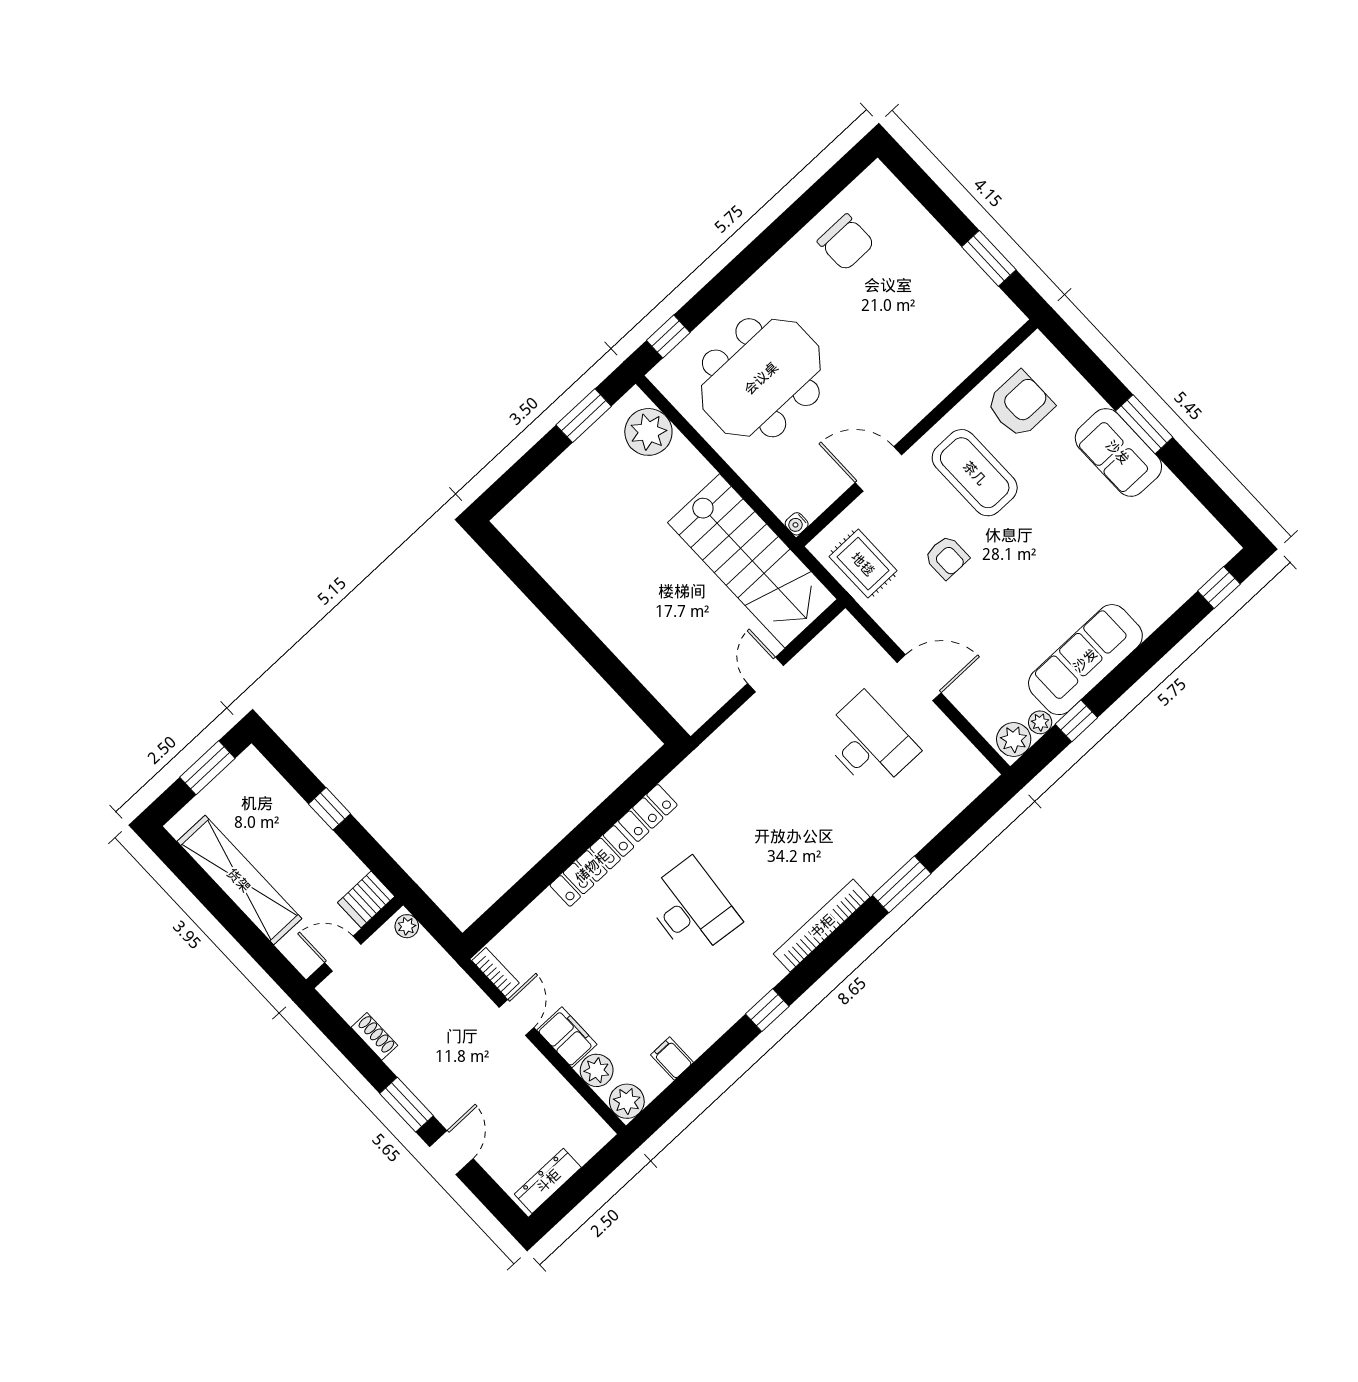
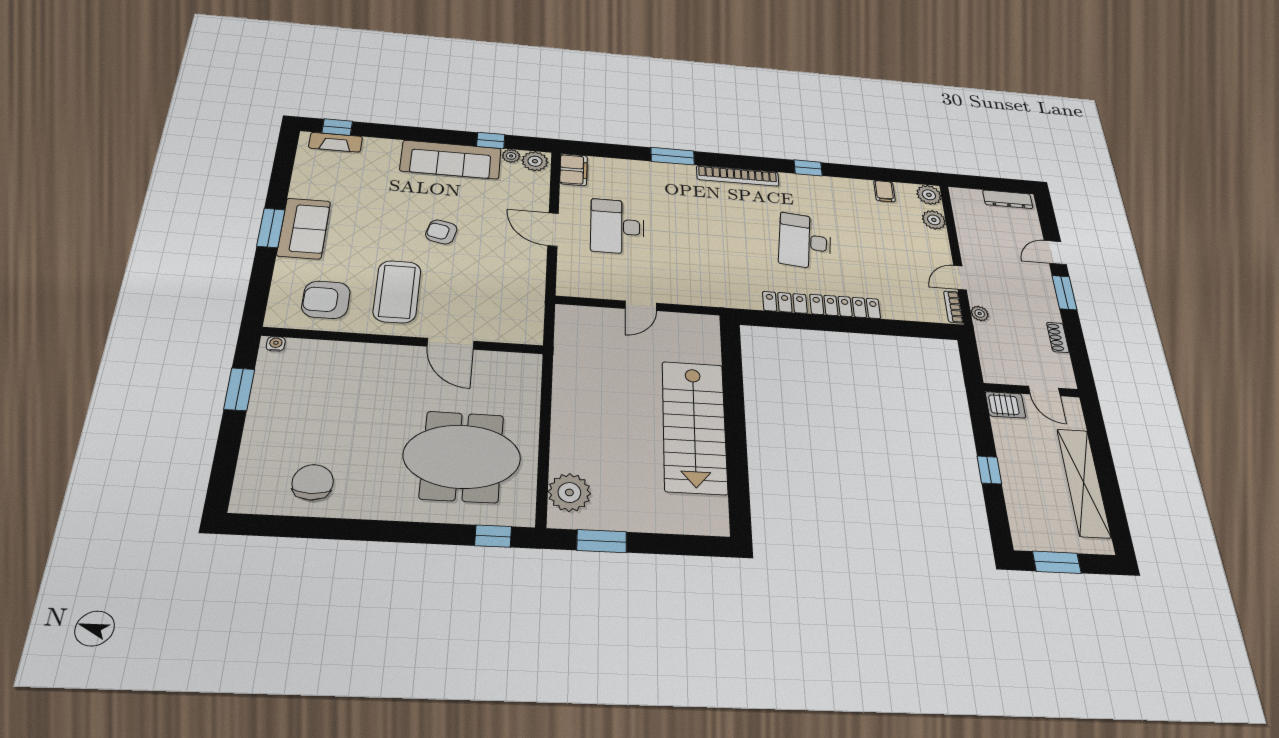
water cooler: (797, 524) -> (276, 344), moved, turned -90
armchair: (947, 557) -> (441, 232), moved, turned -76
stairs: (752, 561) -> (694, 427), moved, turned 180
rug: (863, 564) -> (519, 307), removed
fireplace: (1200, 569) -> (336, 142), added
plant: (407, 926) -> (980, 313), moved
filing cabinet: (567, 1037) -> (574, 170), moved, turned 180

